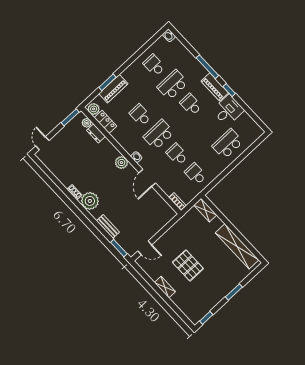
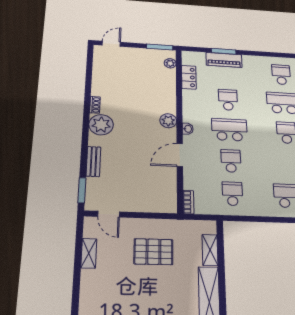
plant: (94, 109) -> (189, 59), removed
dresser: (96, 133) -> (170, 78), removed
shelving: (205, 210) -> (210, 250), moved
pallet: (188, 265) -> (153, 252), moved, turned 90
shelving: (165, 287) -> (89, 253), moved

